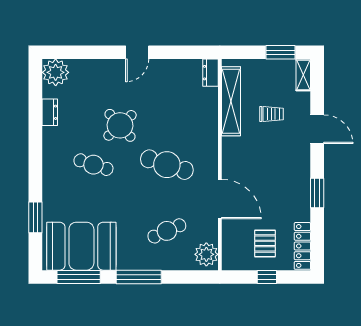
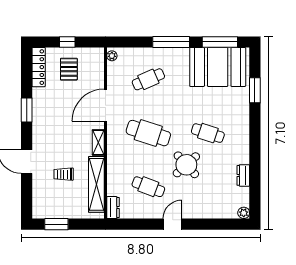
plant: (56, 72) -> (244, 213), width x0.53, depth x0.53
shelving: (303, 75) -> (98, 142), moved
cafe table: (167, 98) -> (148, 187), added
door: (220, 199) -> (105, 105), hinge flipped
plant: (206, 254) -> (112, 56), width x0.53, depth x0.53

